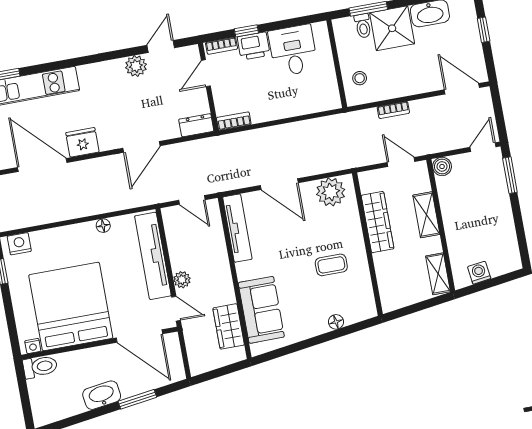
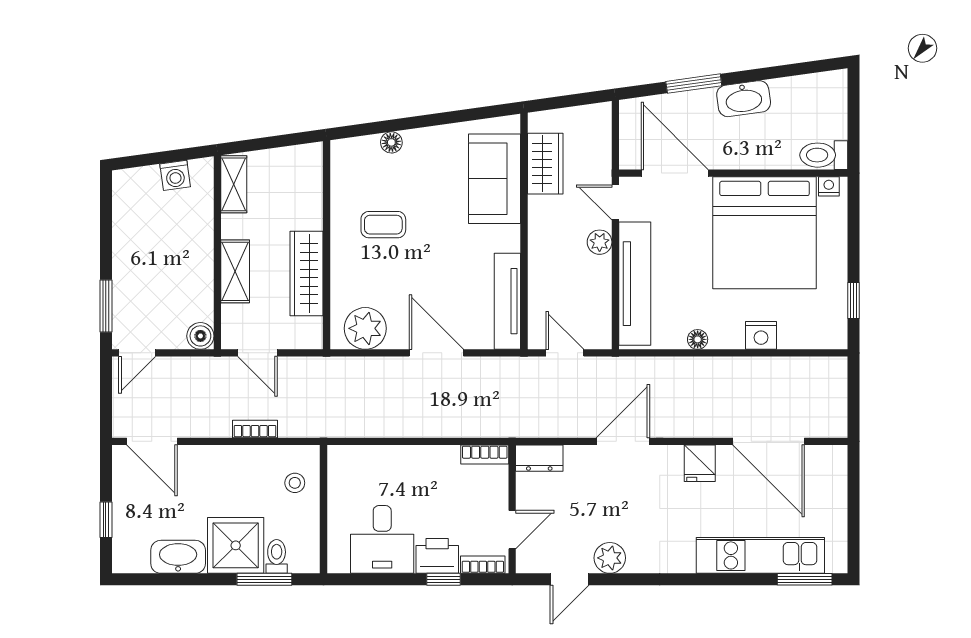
fridge: (82, 142) -> (700, 463), width x0.72
nightstand: (19, 244) -> (761, 335), moved

